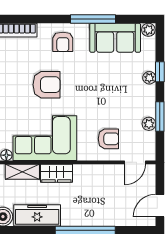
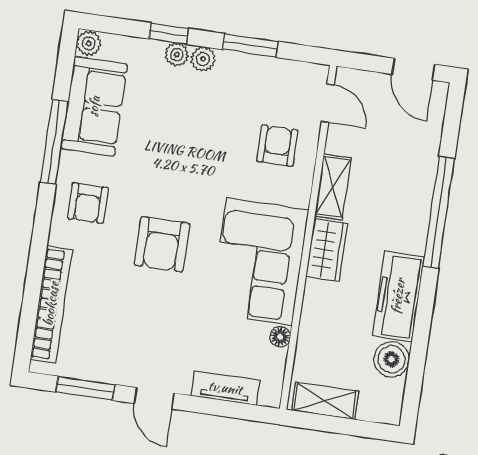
armchair: (63, 42) -> (88, 203), turned 90
armchair: (47, 85) -> (162, 244), turned 180
plant: (149, 124) -> (203, 59), moved
shelving: (22, 172) -> (333, 187), moved

